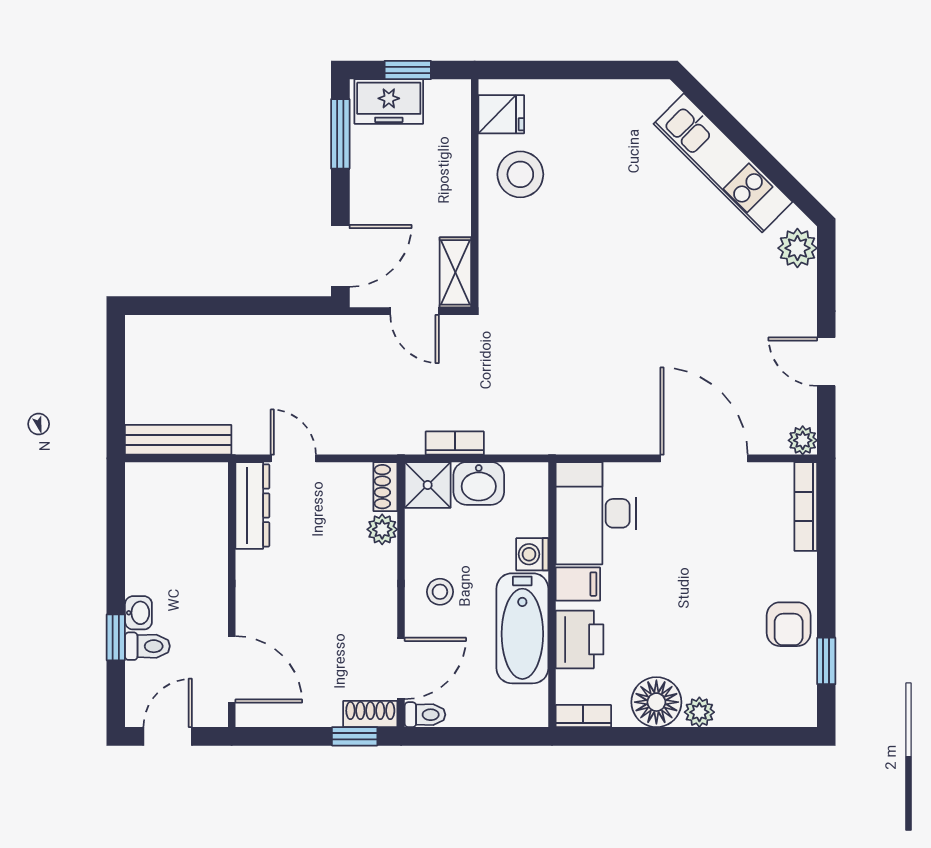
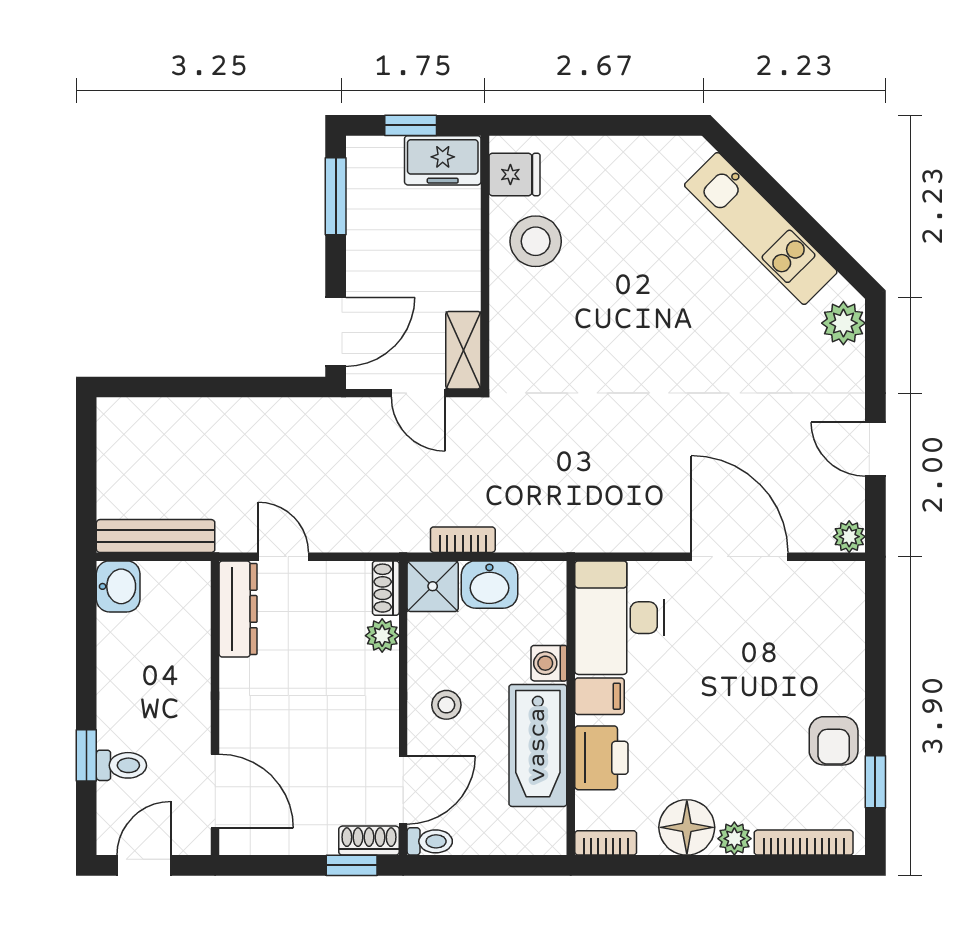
freezer: (389, 101) -> (443, 160), moved
bookcase: (806, 506) -> (804, 843), moved, turned 90
washbasin: (138, 613) -> (118, 586), moved, width x1.38, depth x1.45

